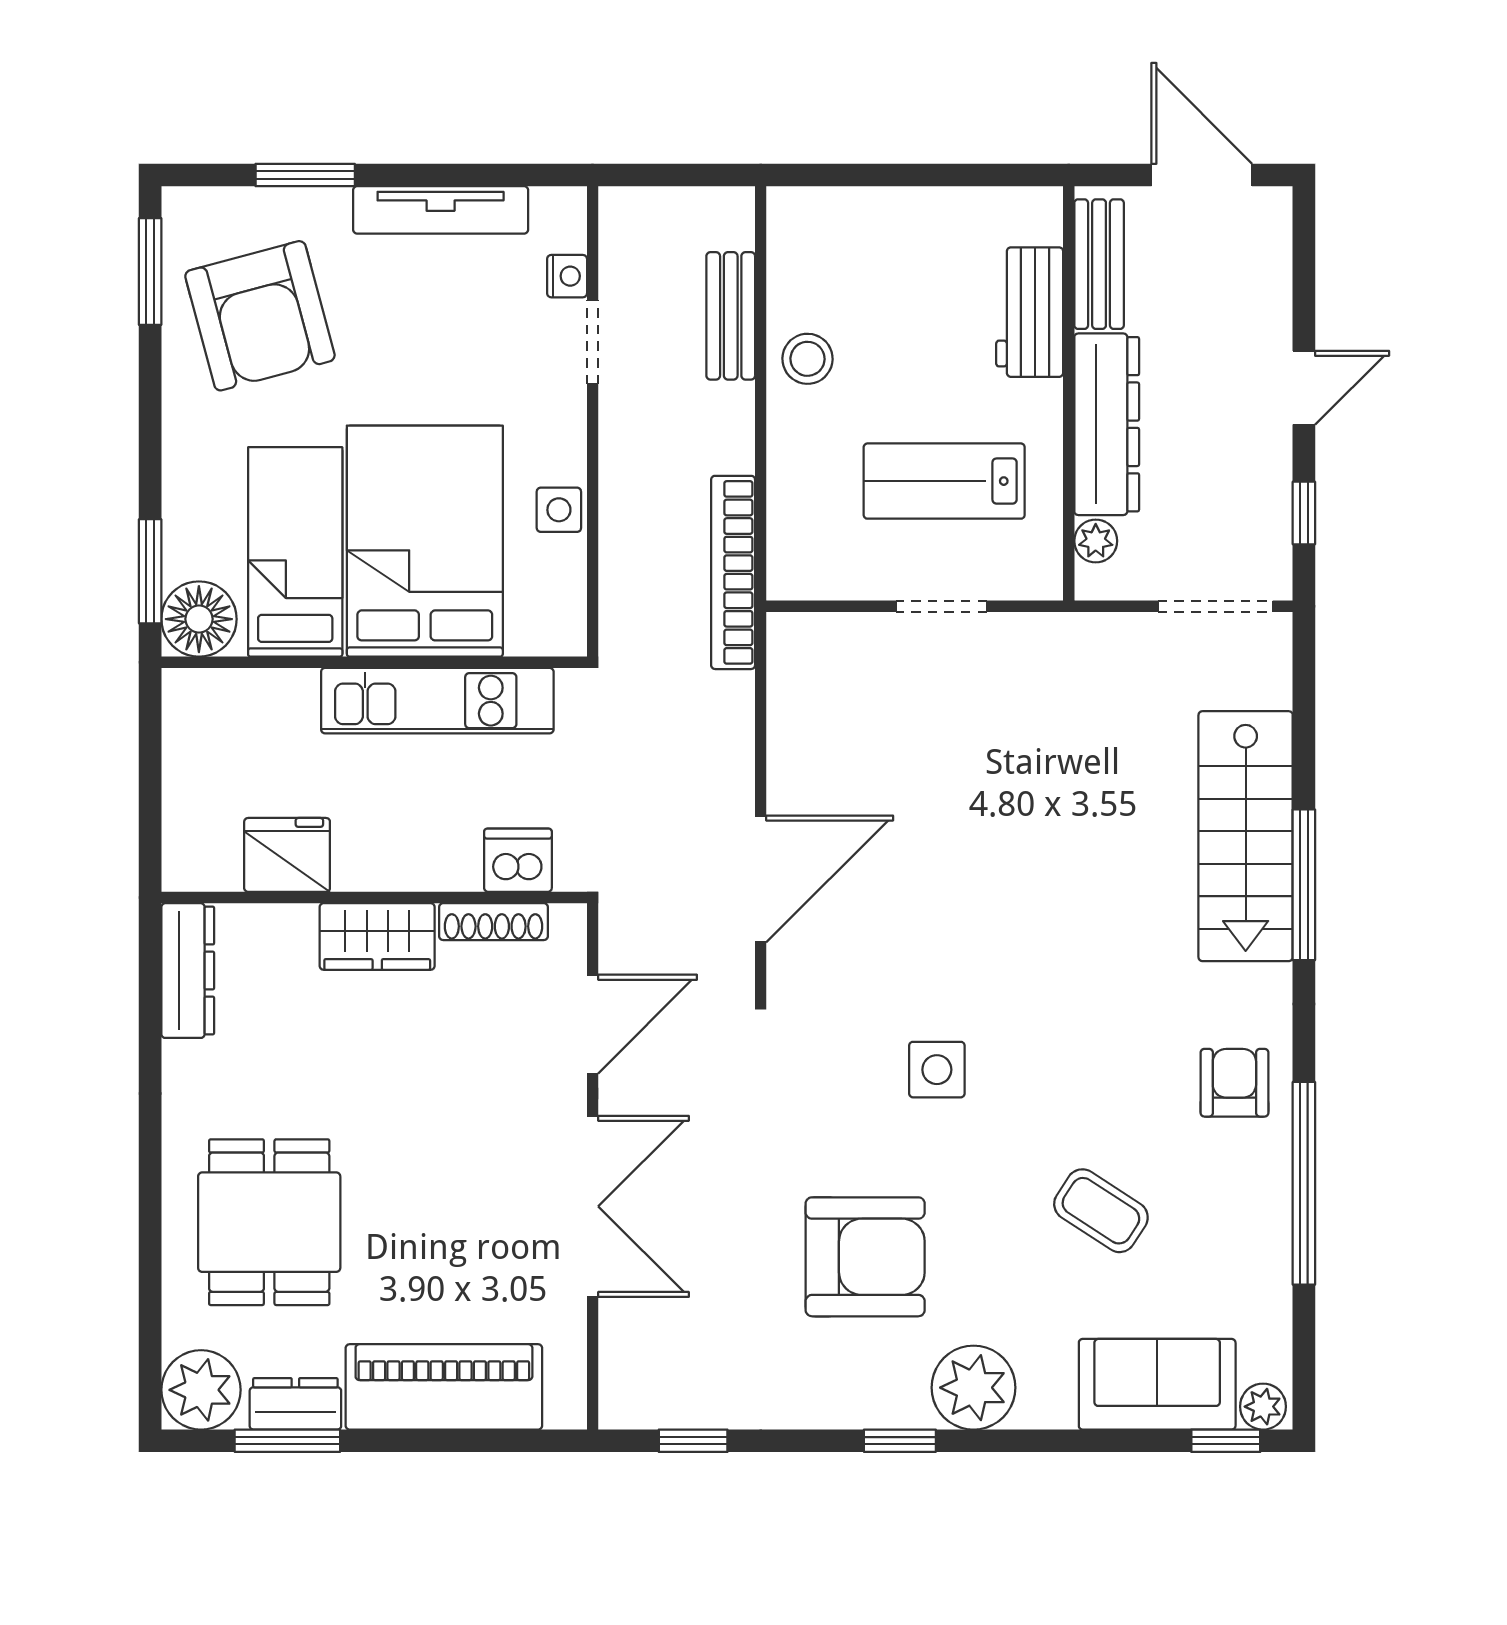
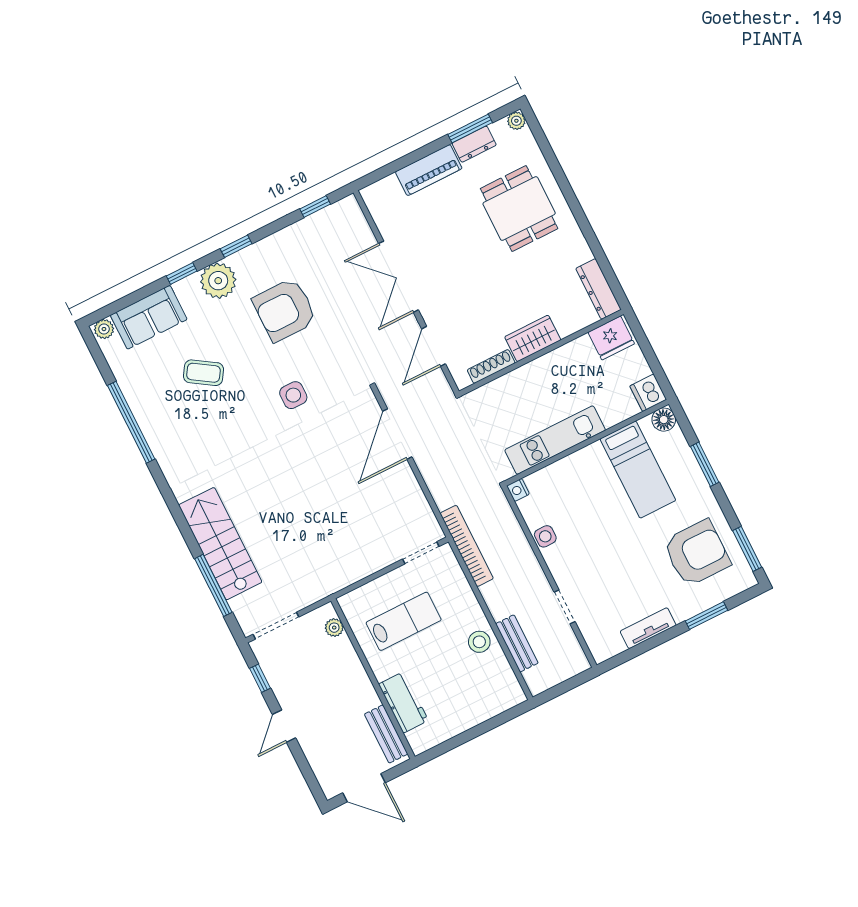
tv unit: (441, 210) -> (648, 628), width x0.71
nightstand: (567, 276) -> (518, 490), moved
armchair: (260, 316) -> (697, 553), turned 105
dresser: (1107, 424) -> (352, 674), removed
bed: (425, 541) -> (590, 499), removed
window: (150, 571) -> (705, 464), moved
doorway: (942, 606) -> (421, 553), moved
floor lamp: (199, 619) -> (664, 420), width x0.73, depth x0.73
fridge: (287, 855) -> (611, 338), moved
dishwasher: (518, 860) -> (648, 393), moved, turned 90
window: (1304, 885) -> (213, 585), moved
armchair: (1234, 1083) -> (177, 447), removed
piano: (444, 1387) -> (429, 170), width x0.73, depth x0.75
plant: (201, 1390) -> (516, 121), width x0.53, depth x0.53
window: (1226, 1441) -> (182, 274), moved

